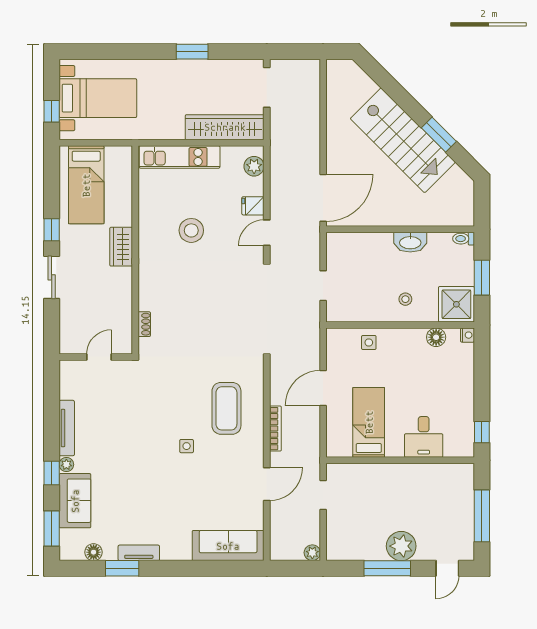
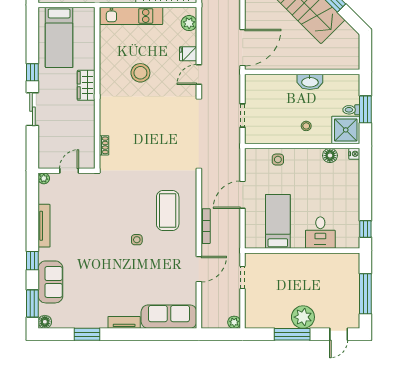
toilet: (464, 239) -> (351, 110), moved
plant: (66, 464) -> (44, 178), moved
floor lamp: (94, 552) -> (45, 322), moved
tv unit: (139, 553) -> (124, 322), moved

